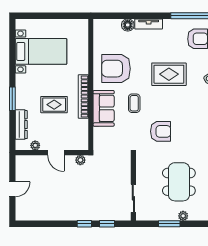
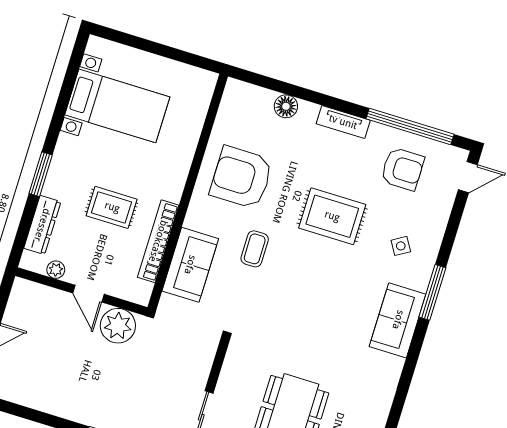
tv unit: (149, 24) -> (343, 122), moved
bookcase: (83, 97) -> (158, 241), moved
sofa: (104, 108) -> (190, 265), moved
armchair: (161, 131) -> (286, 313), removed
plant: (80, 160) -> (118, 326), width x1.88, depth x1.88

